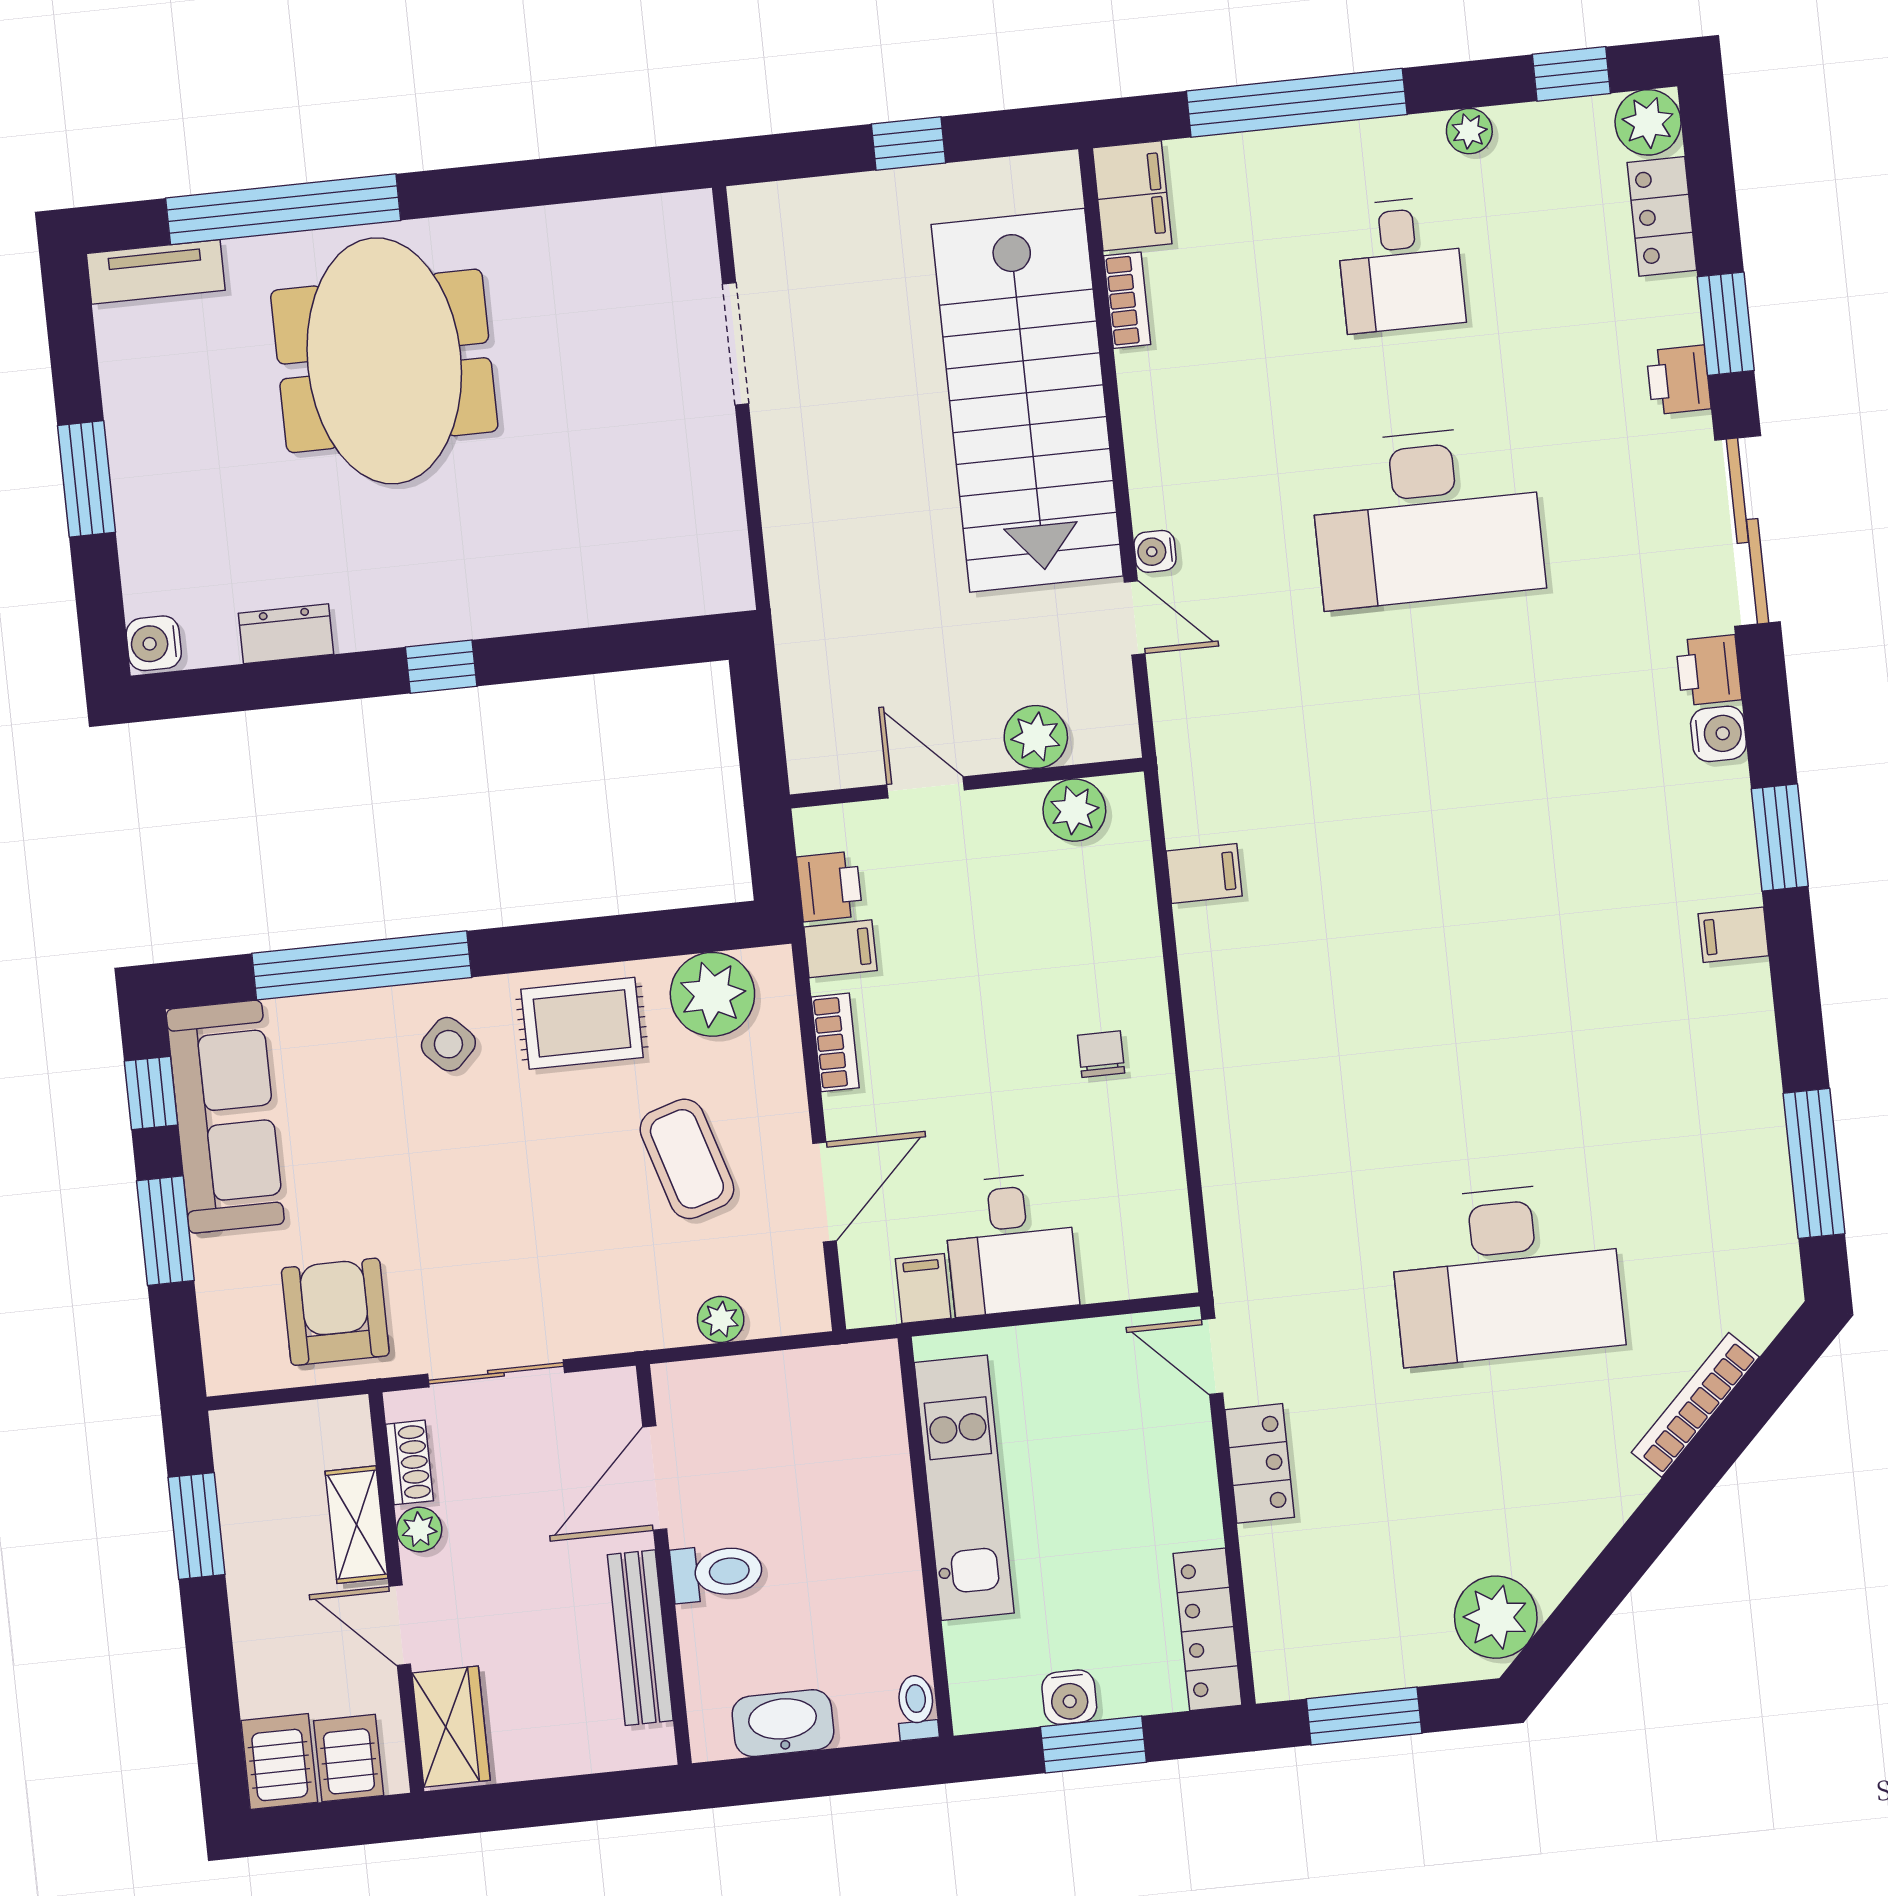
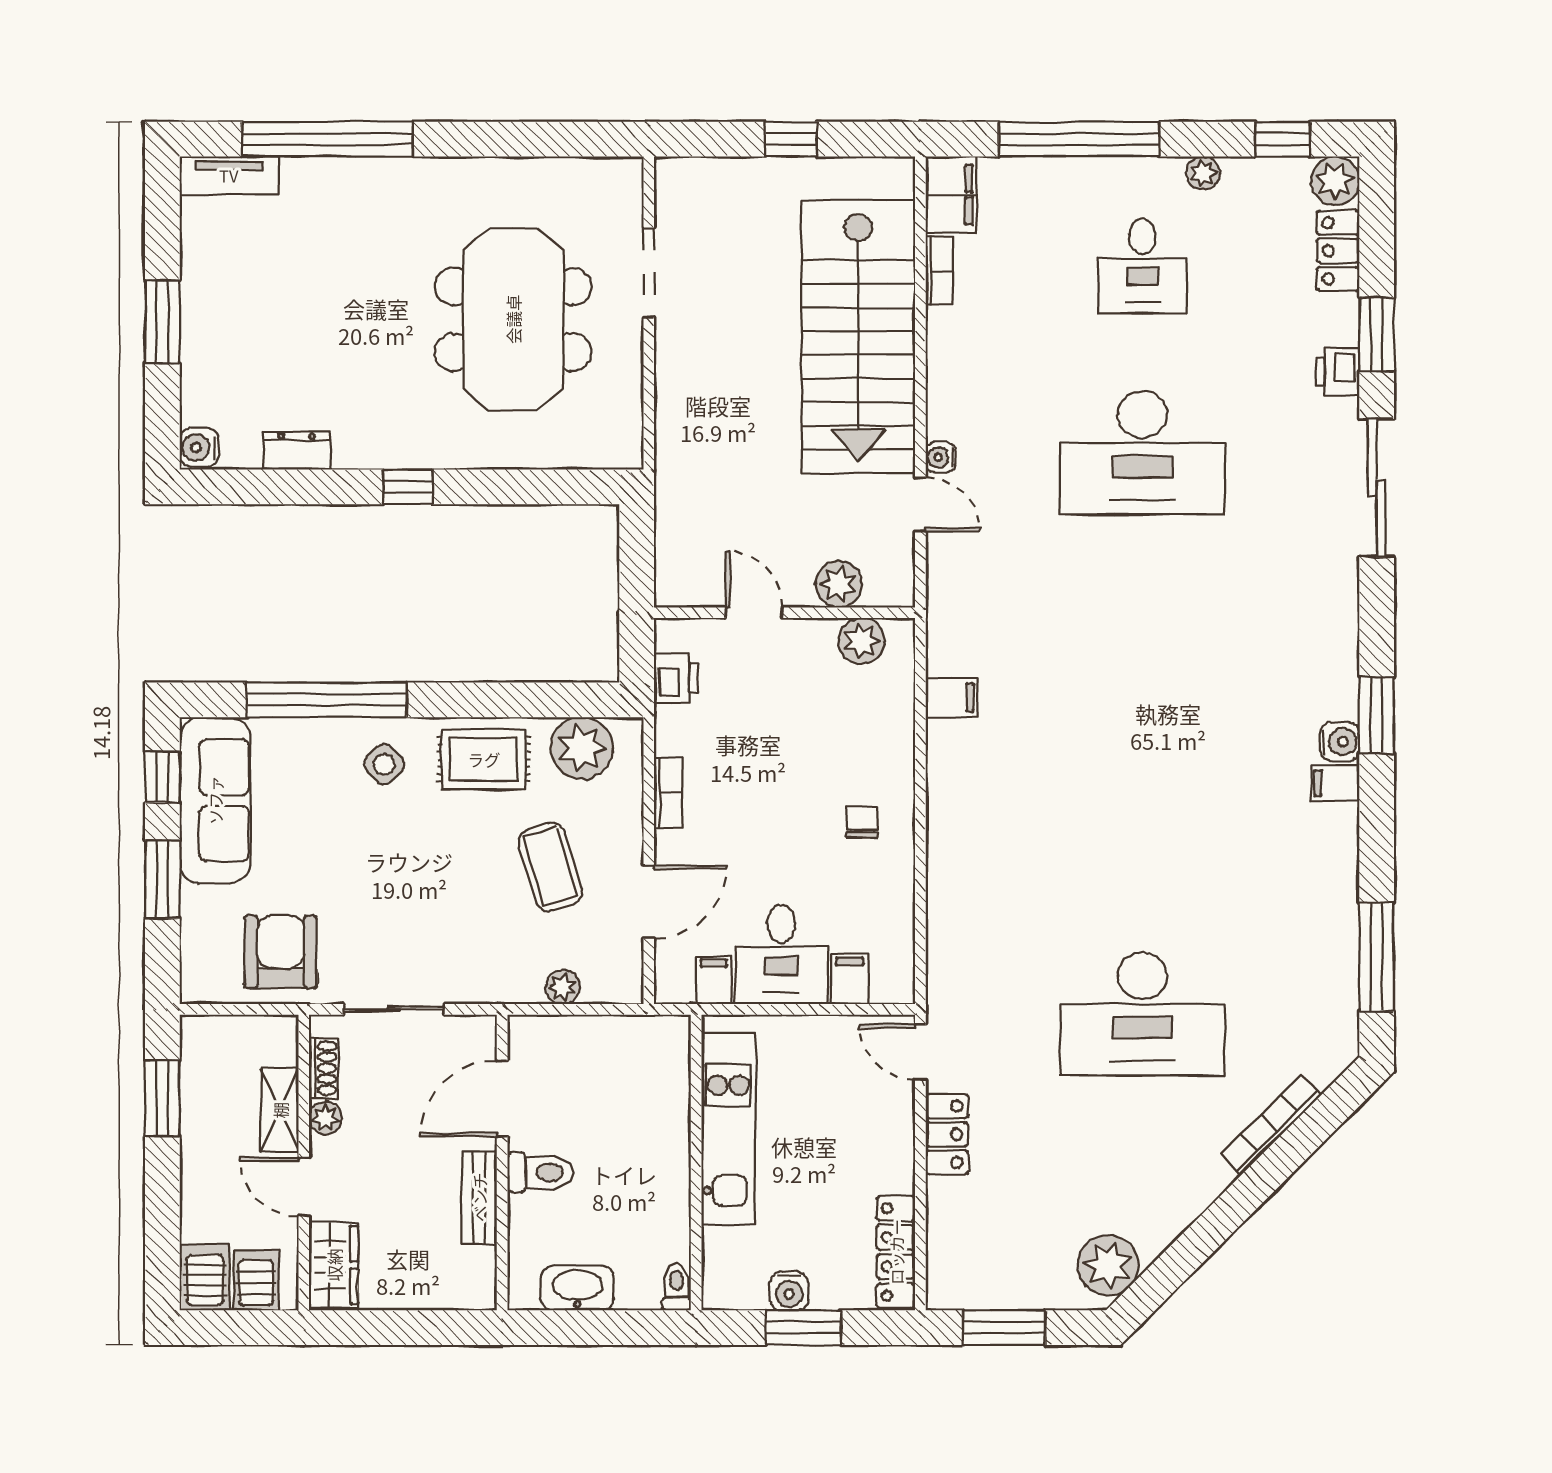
meeting table: (384, 361) -> (513, 319), moved
printer: (1709, 670) -> (1337, 587), removed
water cooler: (1718, 734) -> (1340, 742), moved
filing cabinet: (840, 949) -> (850, 979), moved, turned -90
bench: (640, 1638) -> (479, 1197), width x0.73

